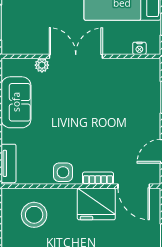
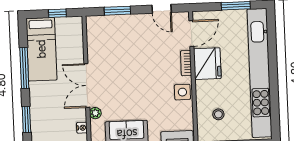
nightstand: (139, 48) -> (82, 128), moved
stool: (34, 215) -> (218, 114), width x0.53, depth x0.53

